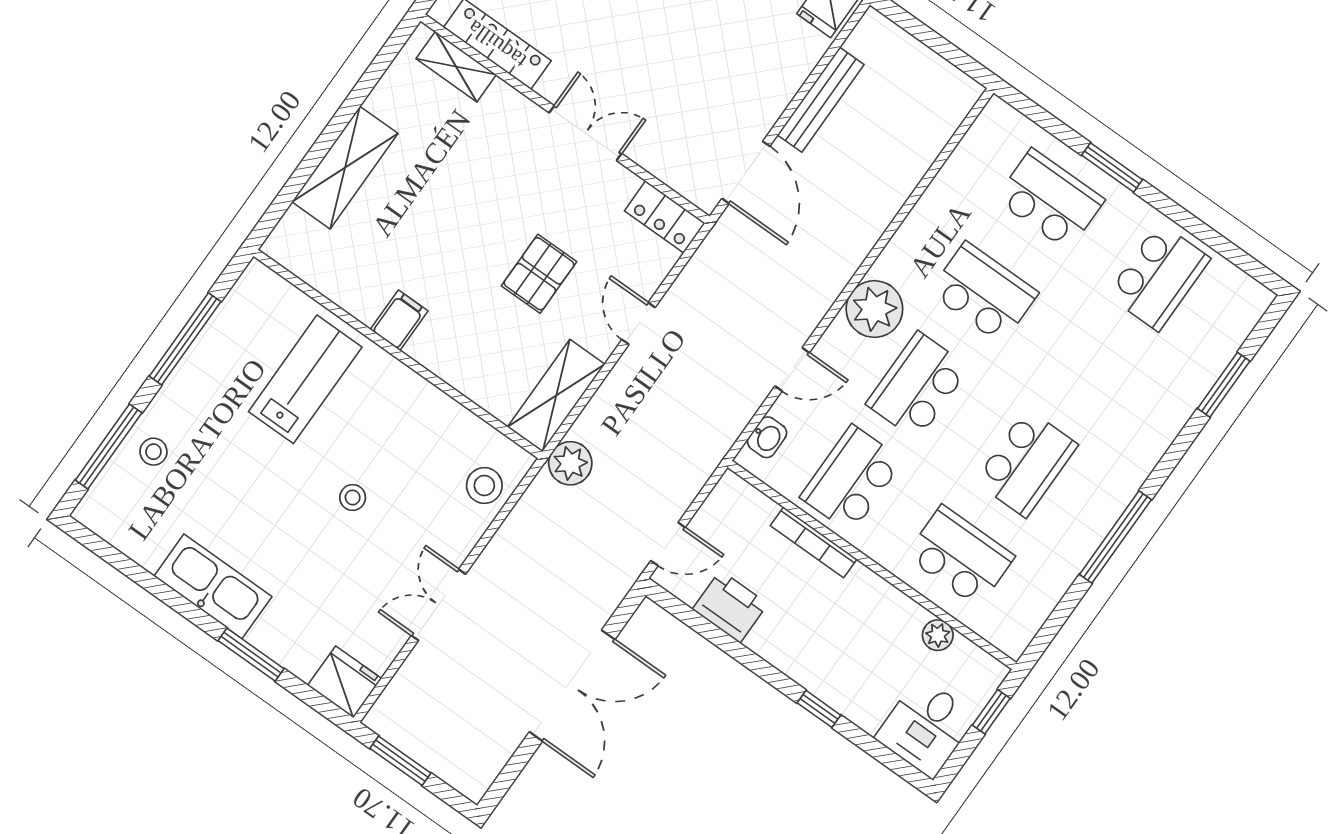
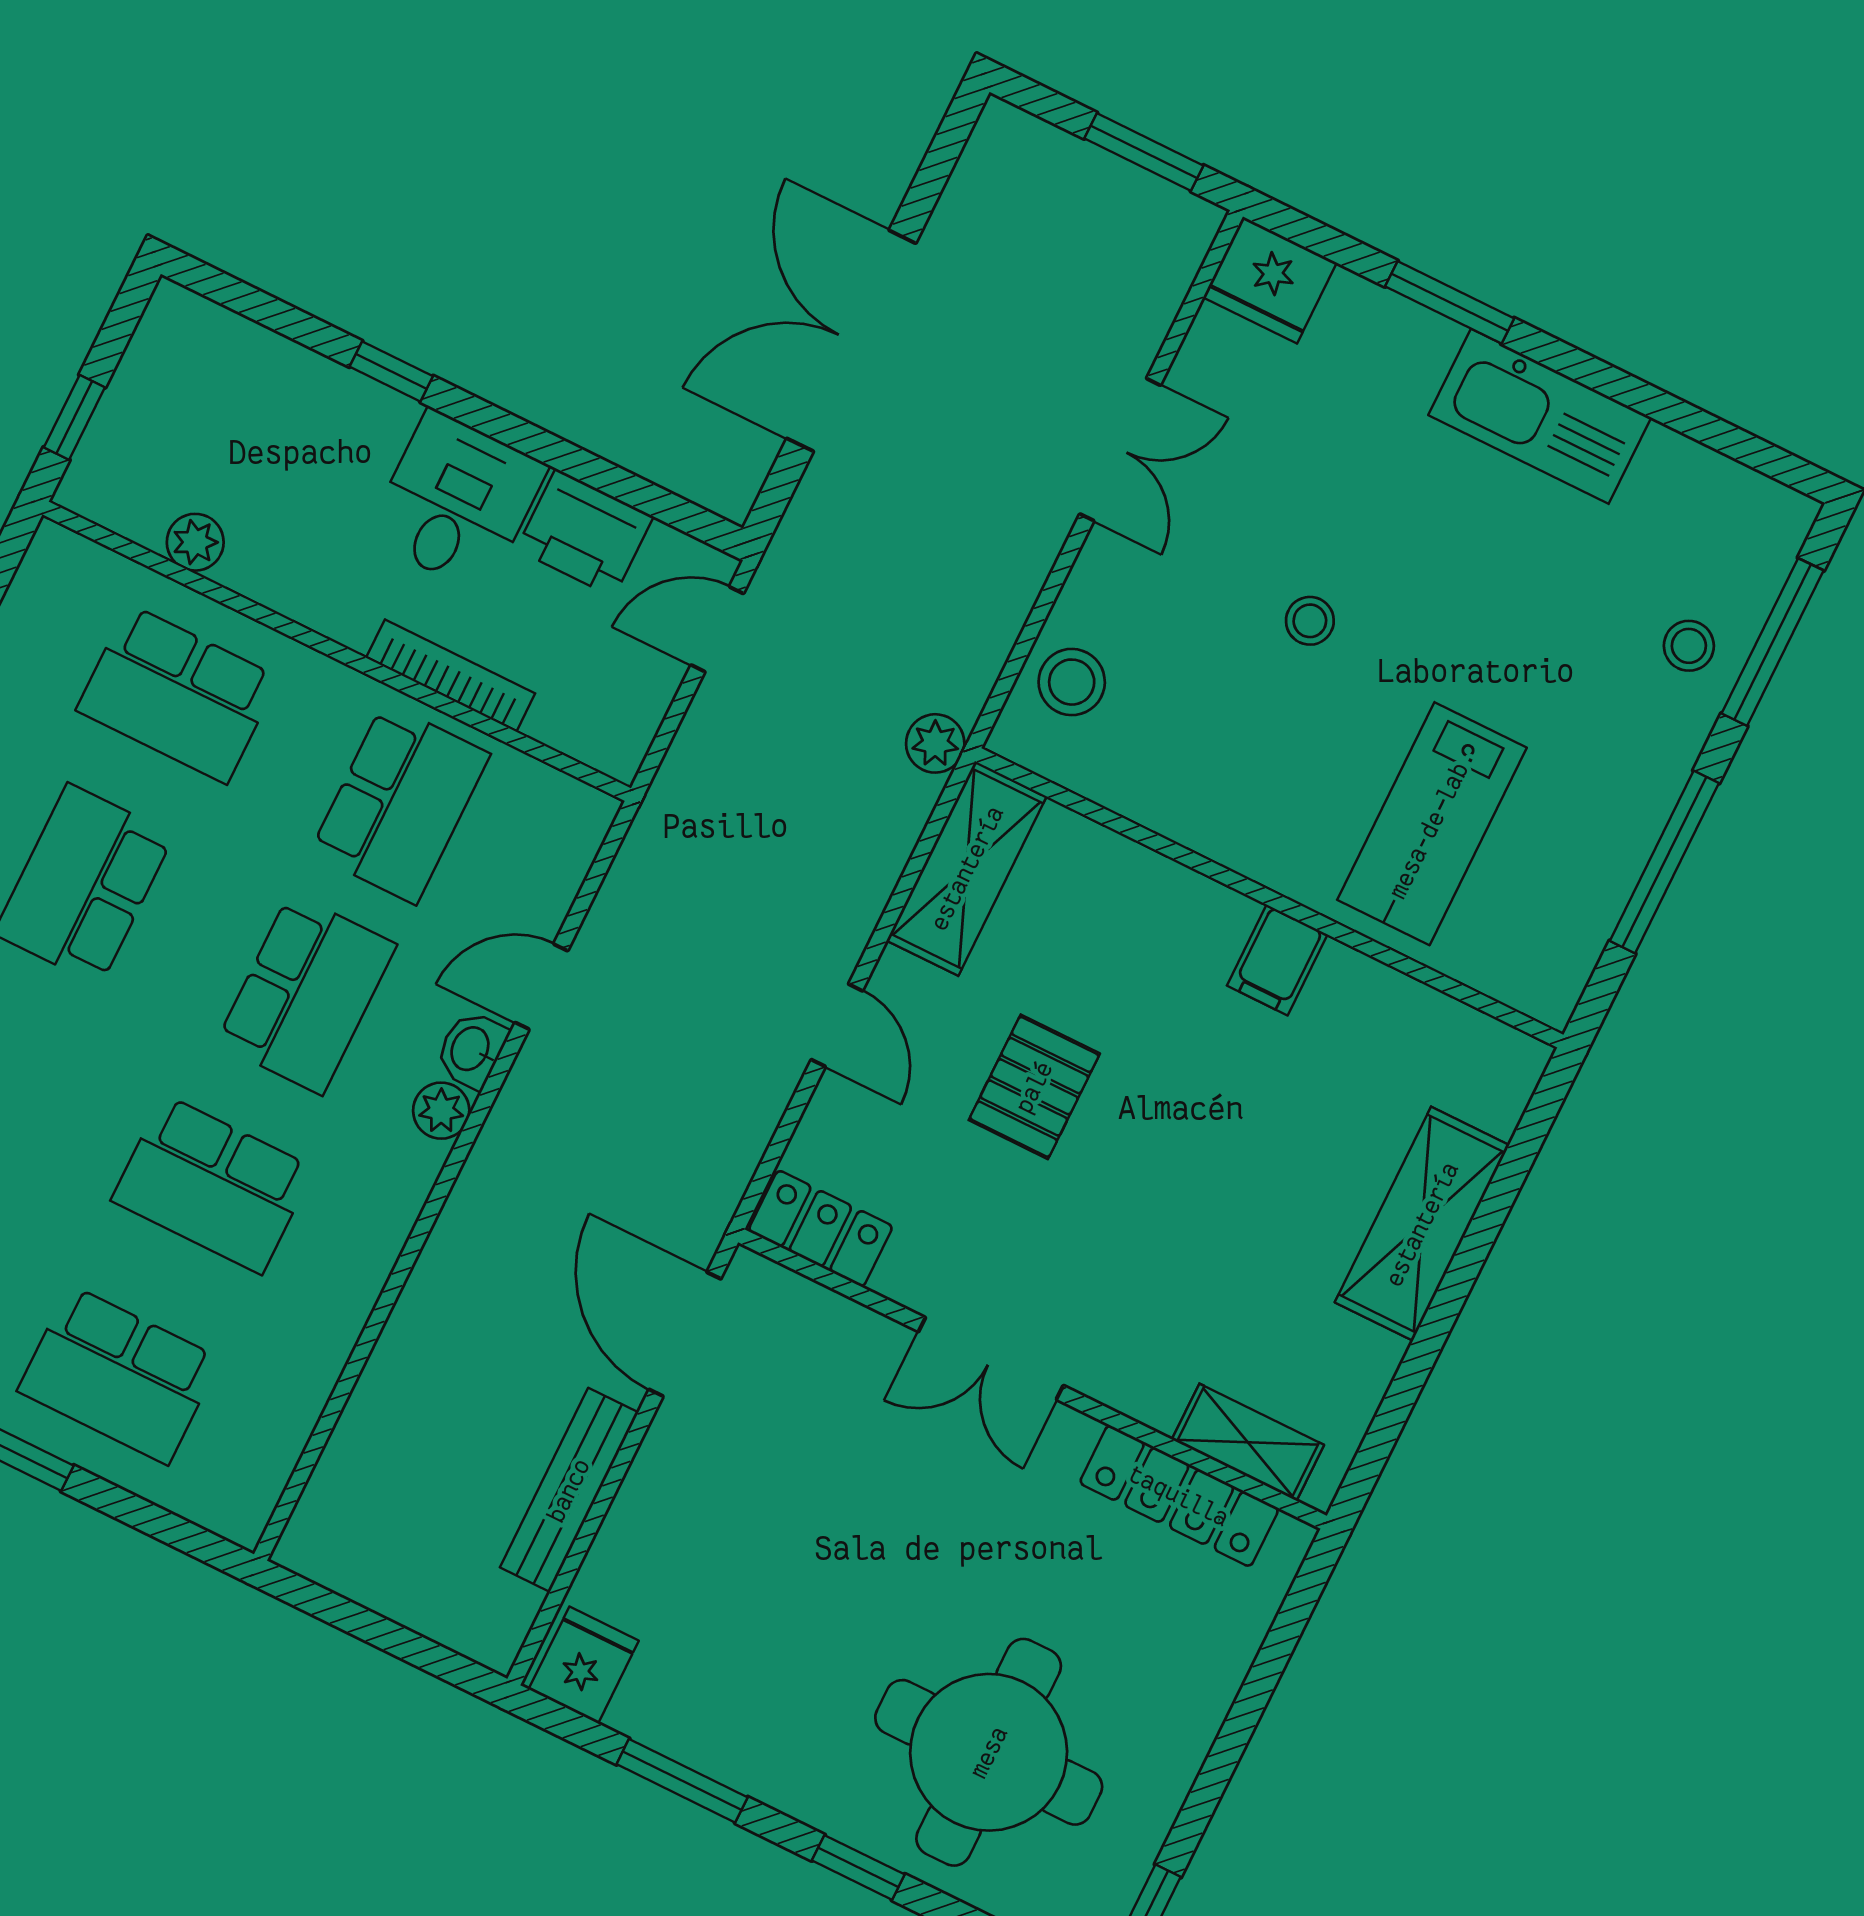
plant: (874, 309) -> (441, 1111), width x0.53, depth x0.53
washbasin: (767, 437) -> (471, 1049), moved
plant: (570, 463) -> (935, 743), width x0.73, depth x0.73
desk: (926, 727) -> (457, 501), moved

